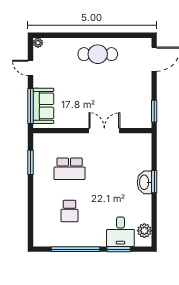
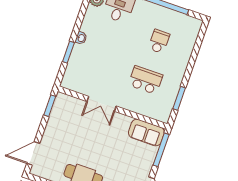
sofa: (43, 106) -> (146, 133), moved, turned -90
washbasin: (145, 182) -> (81, 38), width x0.52, depth x0.69
window: (154, 182) -> (68, 52), moved

